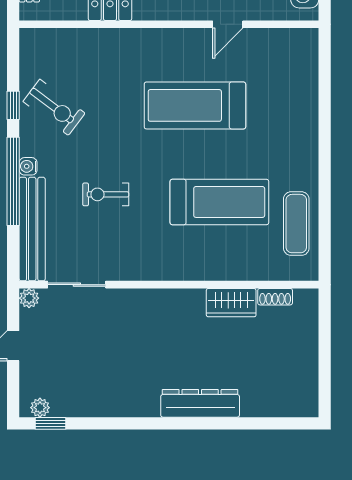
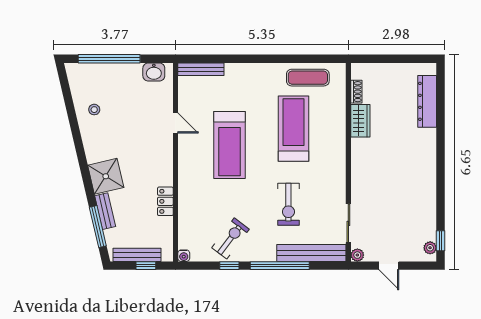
bench: (309, 62) -> (201, 69), added
water cooler: (28, 166) -> (184, 256), moved
exercise bike: (106, 194) -> (288, 204), width x1.38, depth x1.39
dresser: (200, 403) -> (427, 101), moved

